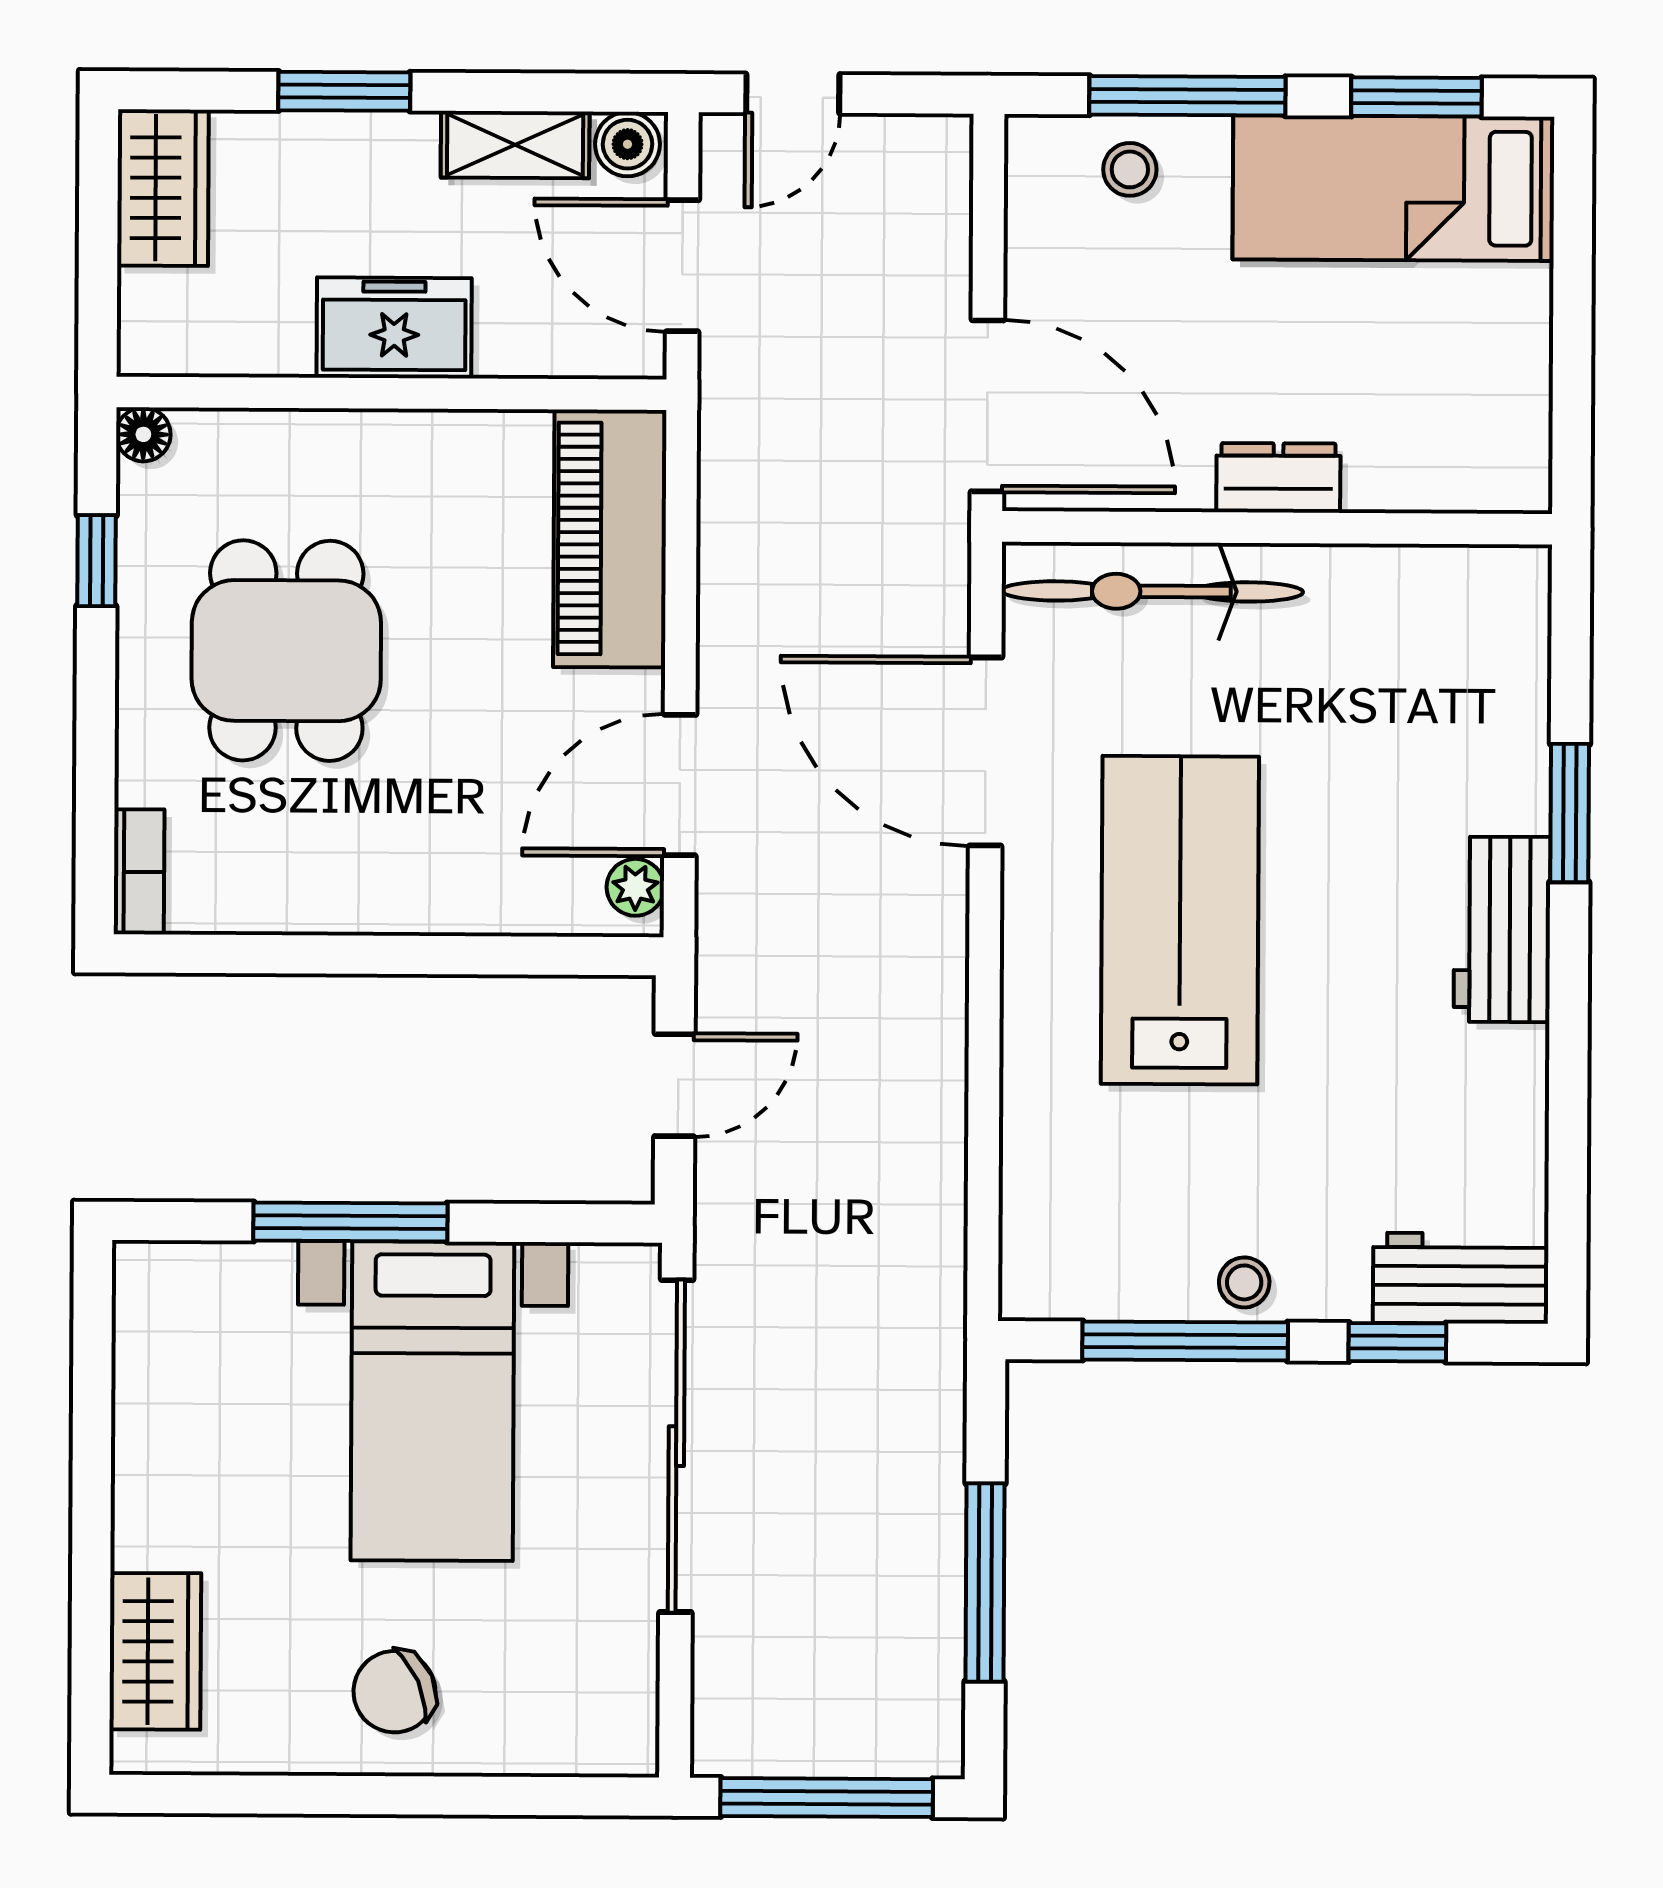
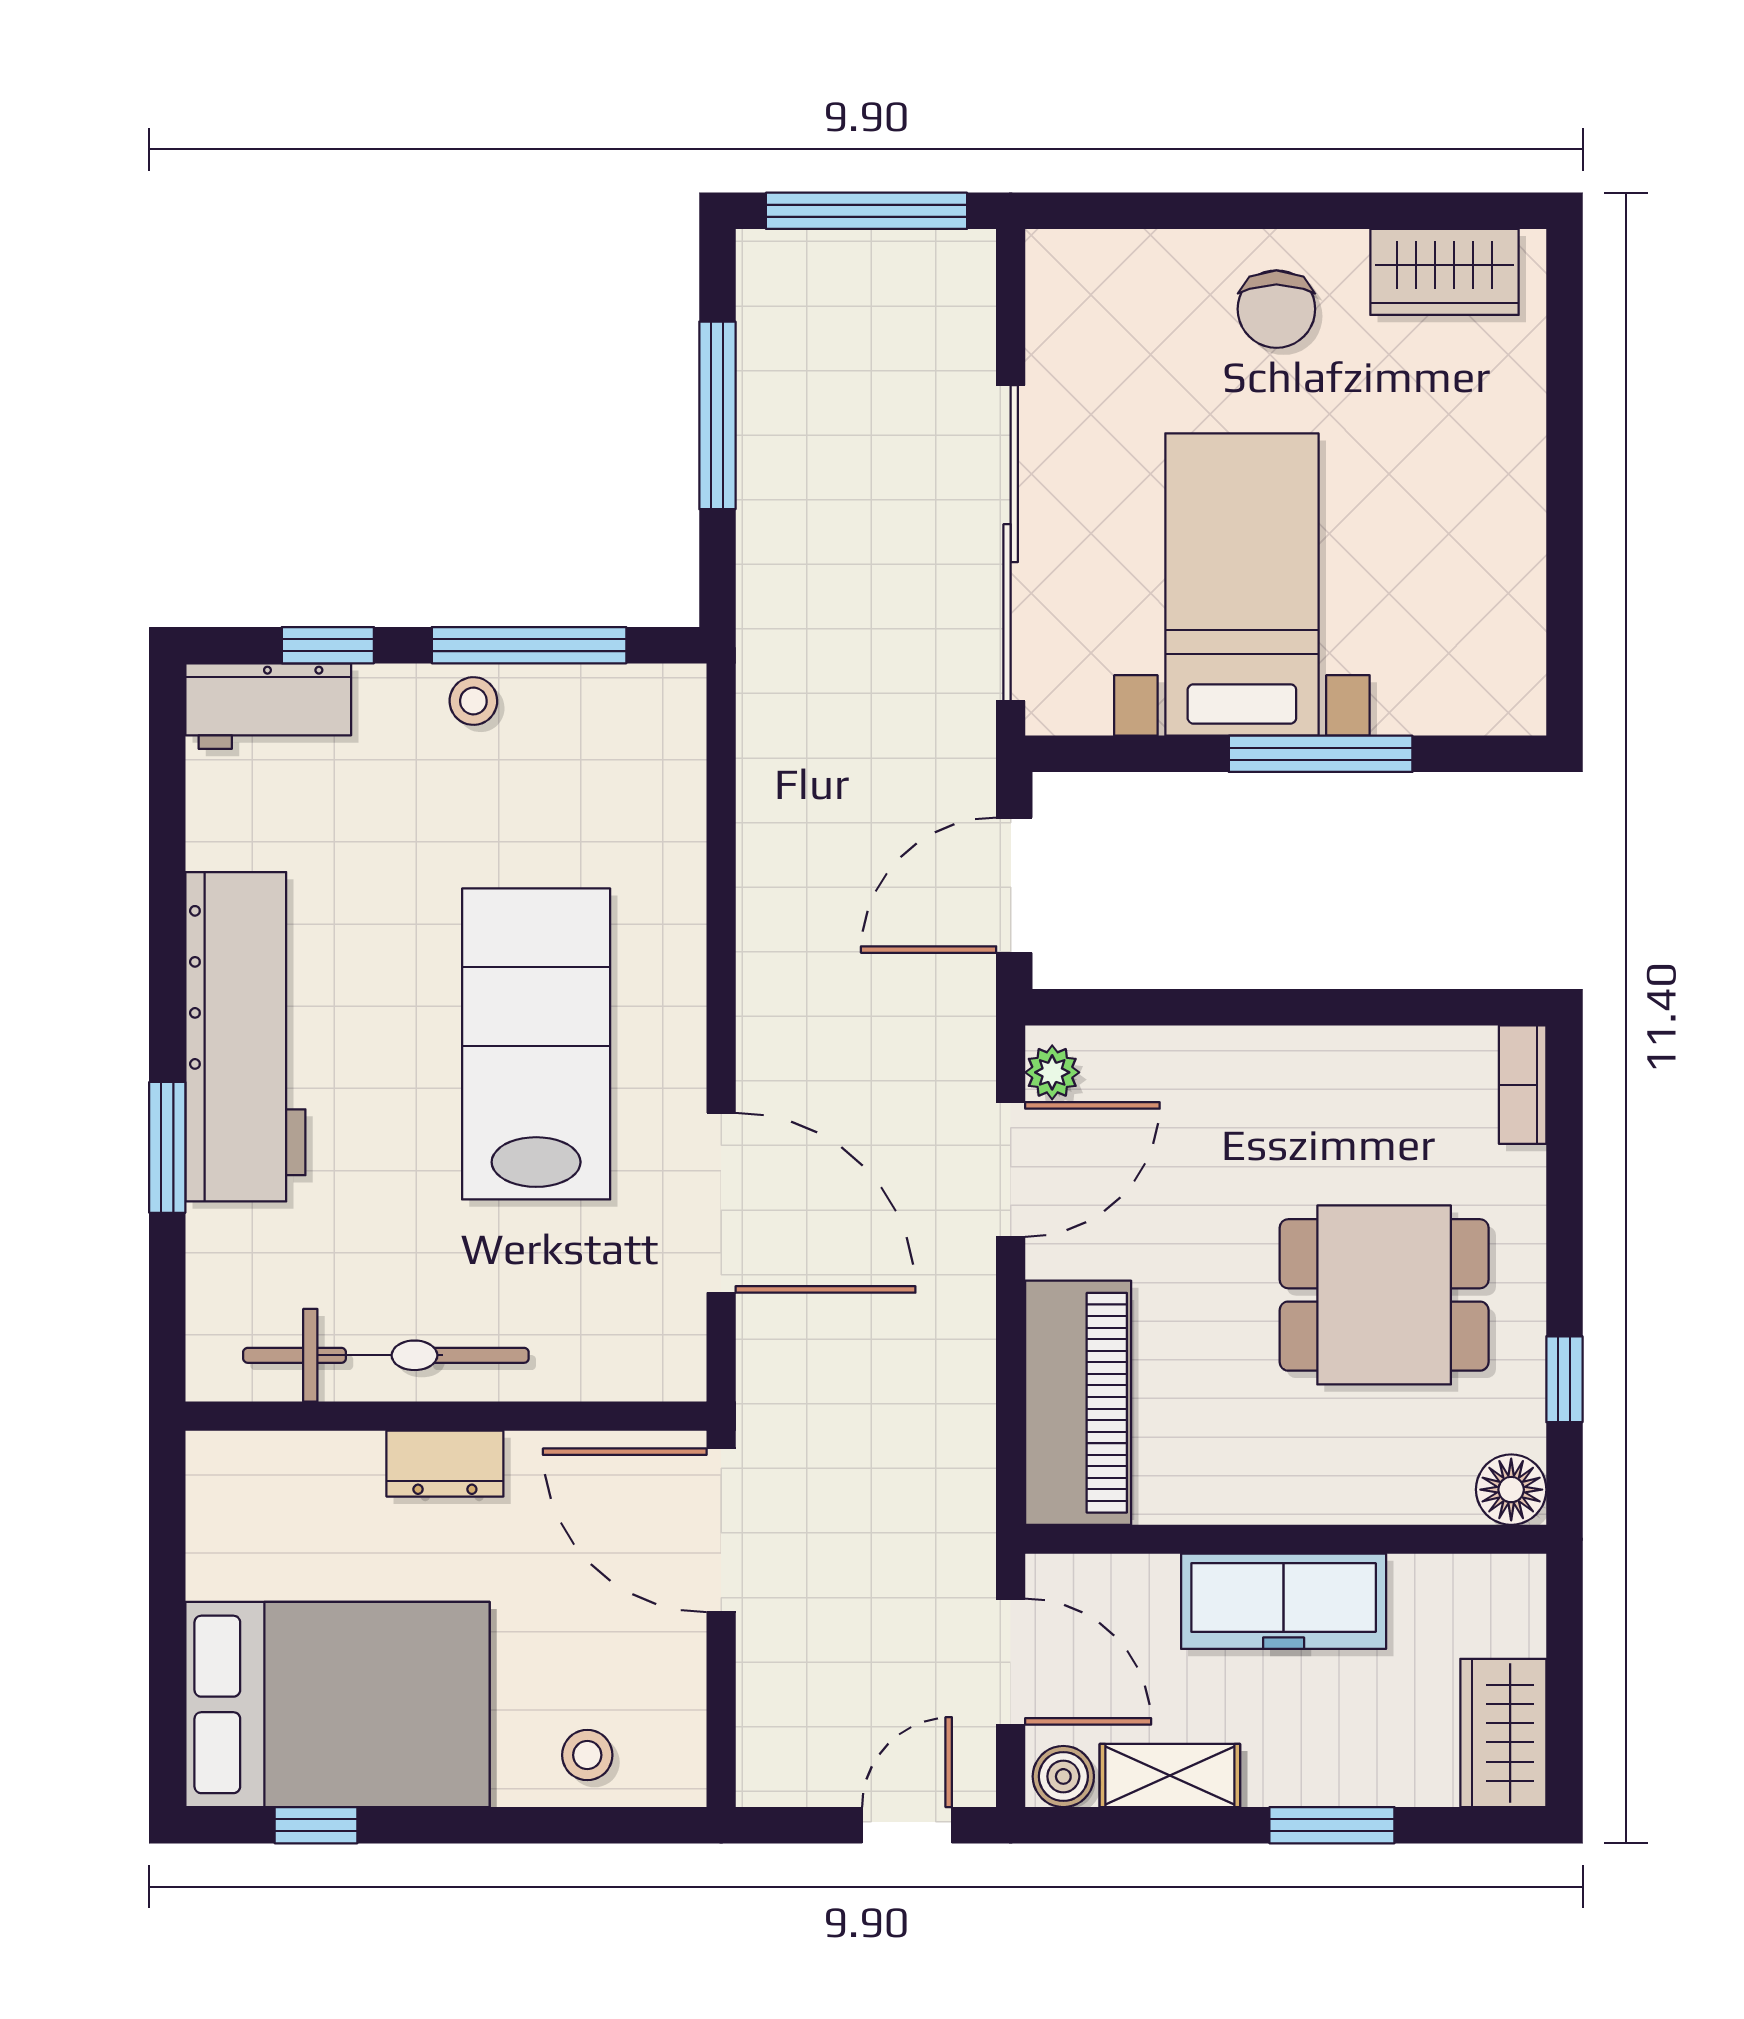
window: (1187, 96) -> (533, 1825), removed
window: (1416, 97) -> (316, 1825), width x0.67
bed: (1393, 188) -> (337, 1704), width x1.50
freezer: (394, 328) -> (1284, 1601), width x1.40
floor lamp: (143, 434) -> (1511, 1490), width x1.37, depth x1.37
bicycle: (1152, 591) -> (386, 1355), moved
dining table: (286, 651) -> (1384, 1295), turned 90
lab bench: (1180, 920) -> (536, 1044), turned 180
workbench: (1502, 929) -> (245, 1037), width x1.87, depth x1.32
door: (674, 1085) -> (1014, 885), width x1.38
wardrobe: (155, 1651) -> (1444, 272), moved, turned -90
chair: (394, 1692) -> (1276, 309), turned 114

